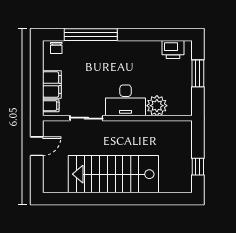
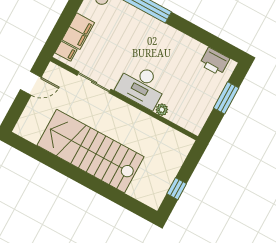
plant: (157, 106) -> (162, 110), width x0.53, depth x0.53

